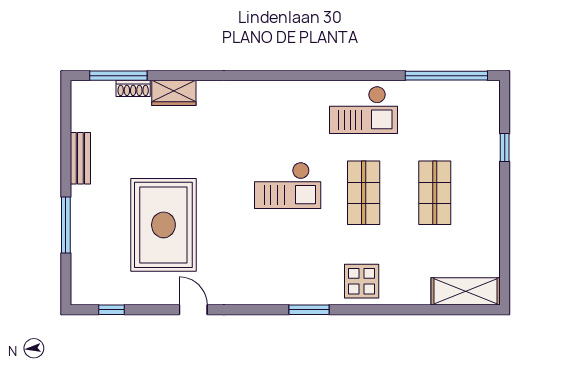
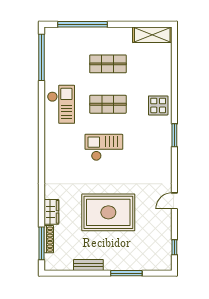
shoe rack: (133, 88) -> (49, 239), width x1.43
window: (505, 148) -> (82, 24), width x3.17
checkout: (288, 185) -> (104, 147), turned -90
rug: (163, 225) -> (108, 212), moved
shelving: (466, 291) -> (152, 35), moved, turned 90

